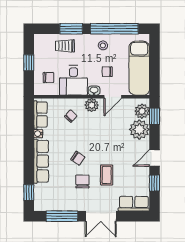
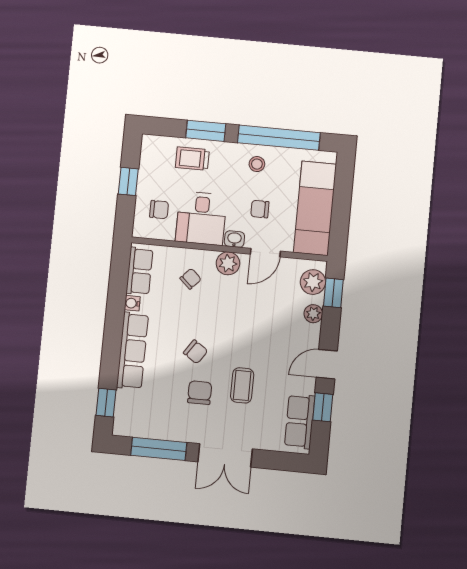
plant: (139, 130) -> (313, 314), width x0.53, depth x0.53
row of seats: (134, 204) -> (300, 421), moved, turned -90

